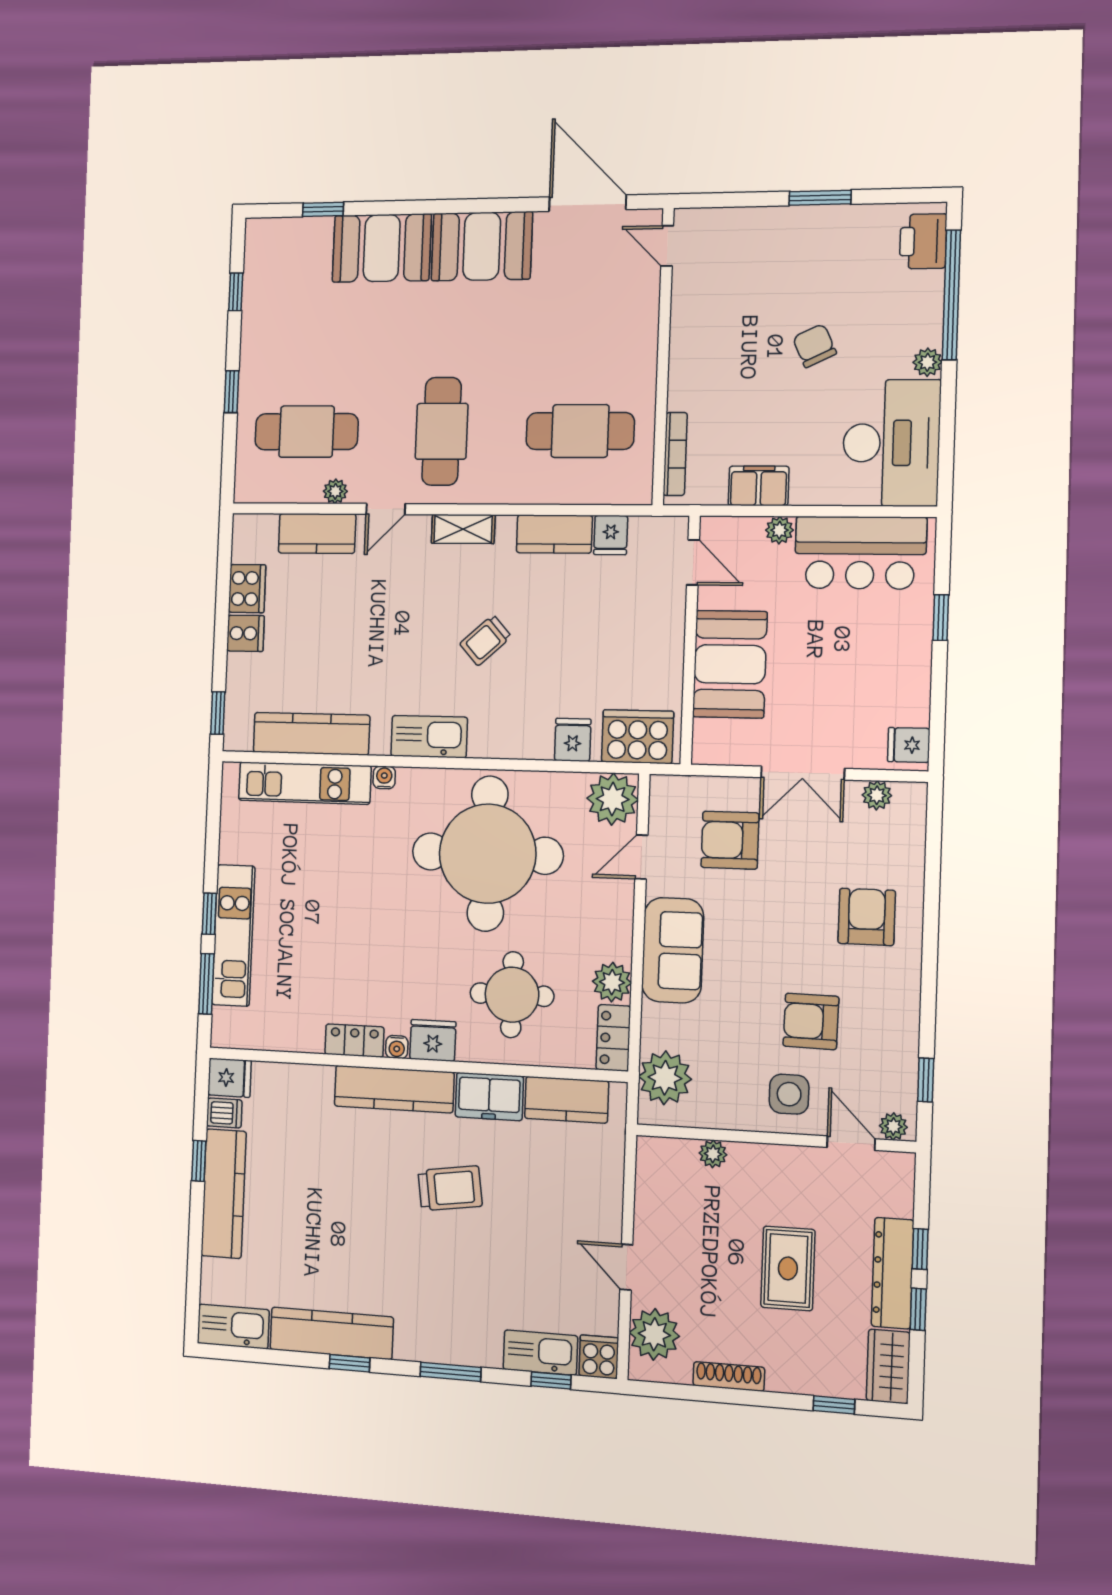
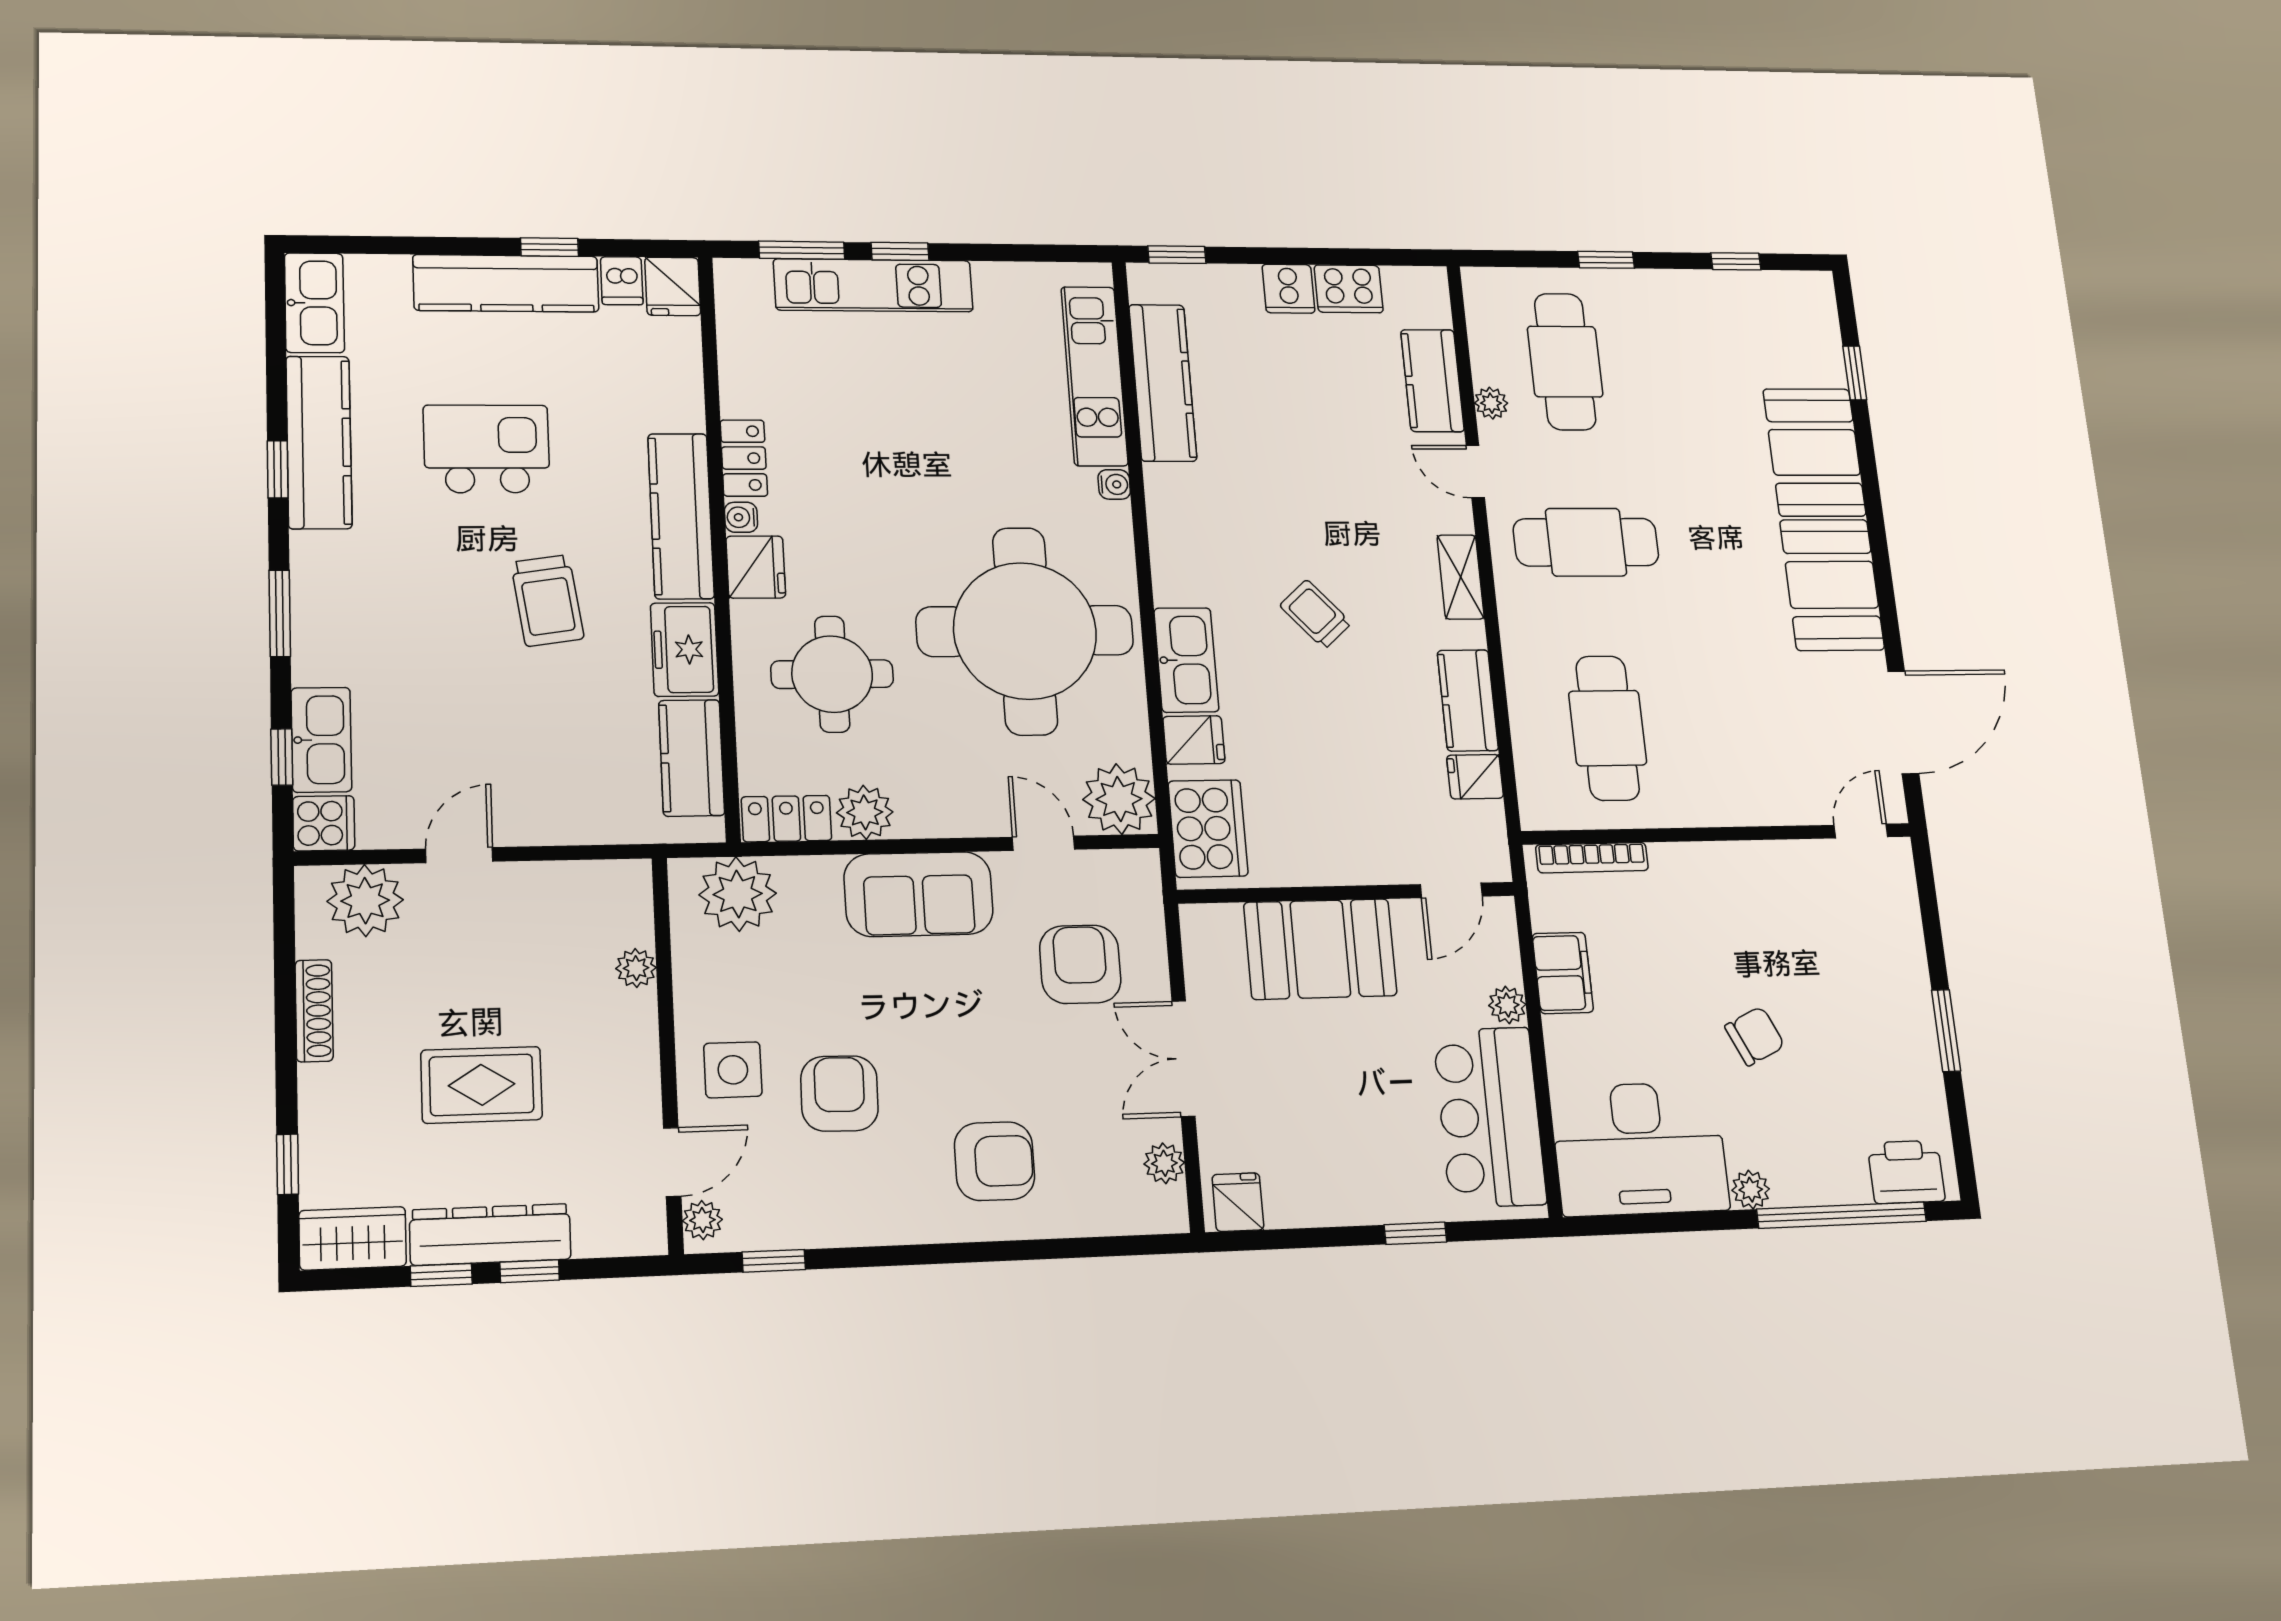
kitchen sink: (429, 737) -> (1186, 660), moved
kitchen island: (341, 1219) -> (487, 449), added

